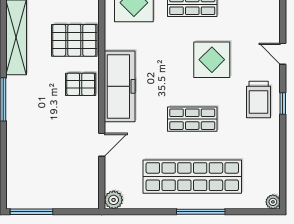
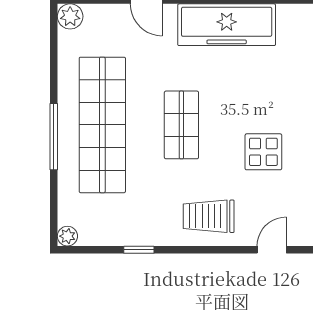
display table: (212, 60) -> (263, 152), width x0.73, depth x0.73
window: (283, 104) -> (139, 250), moved

